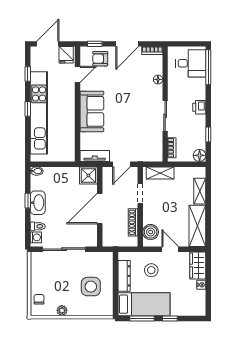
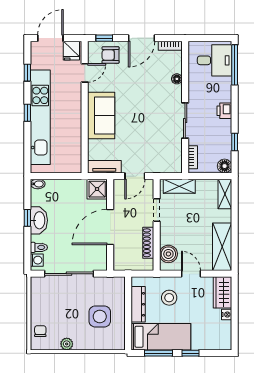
shelving: (200, 191) -> (225, 194), moved

